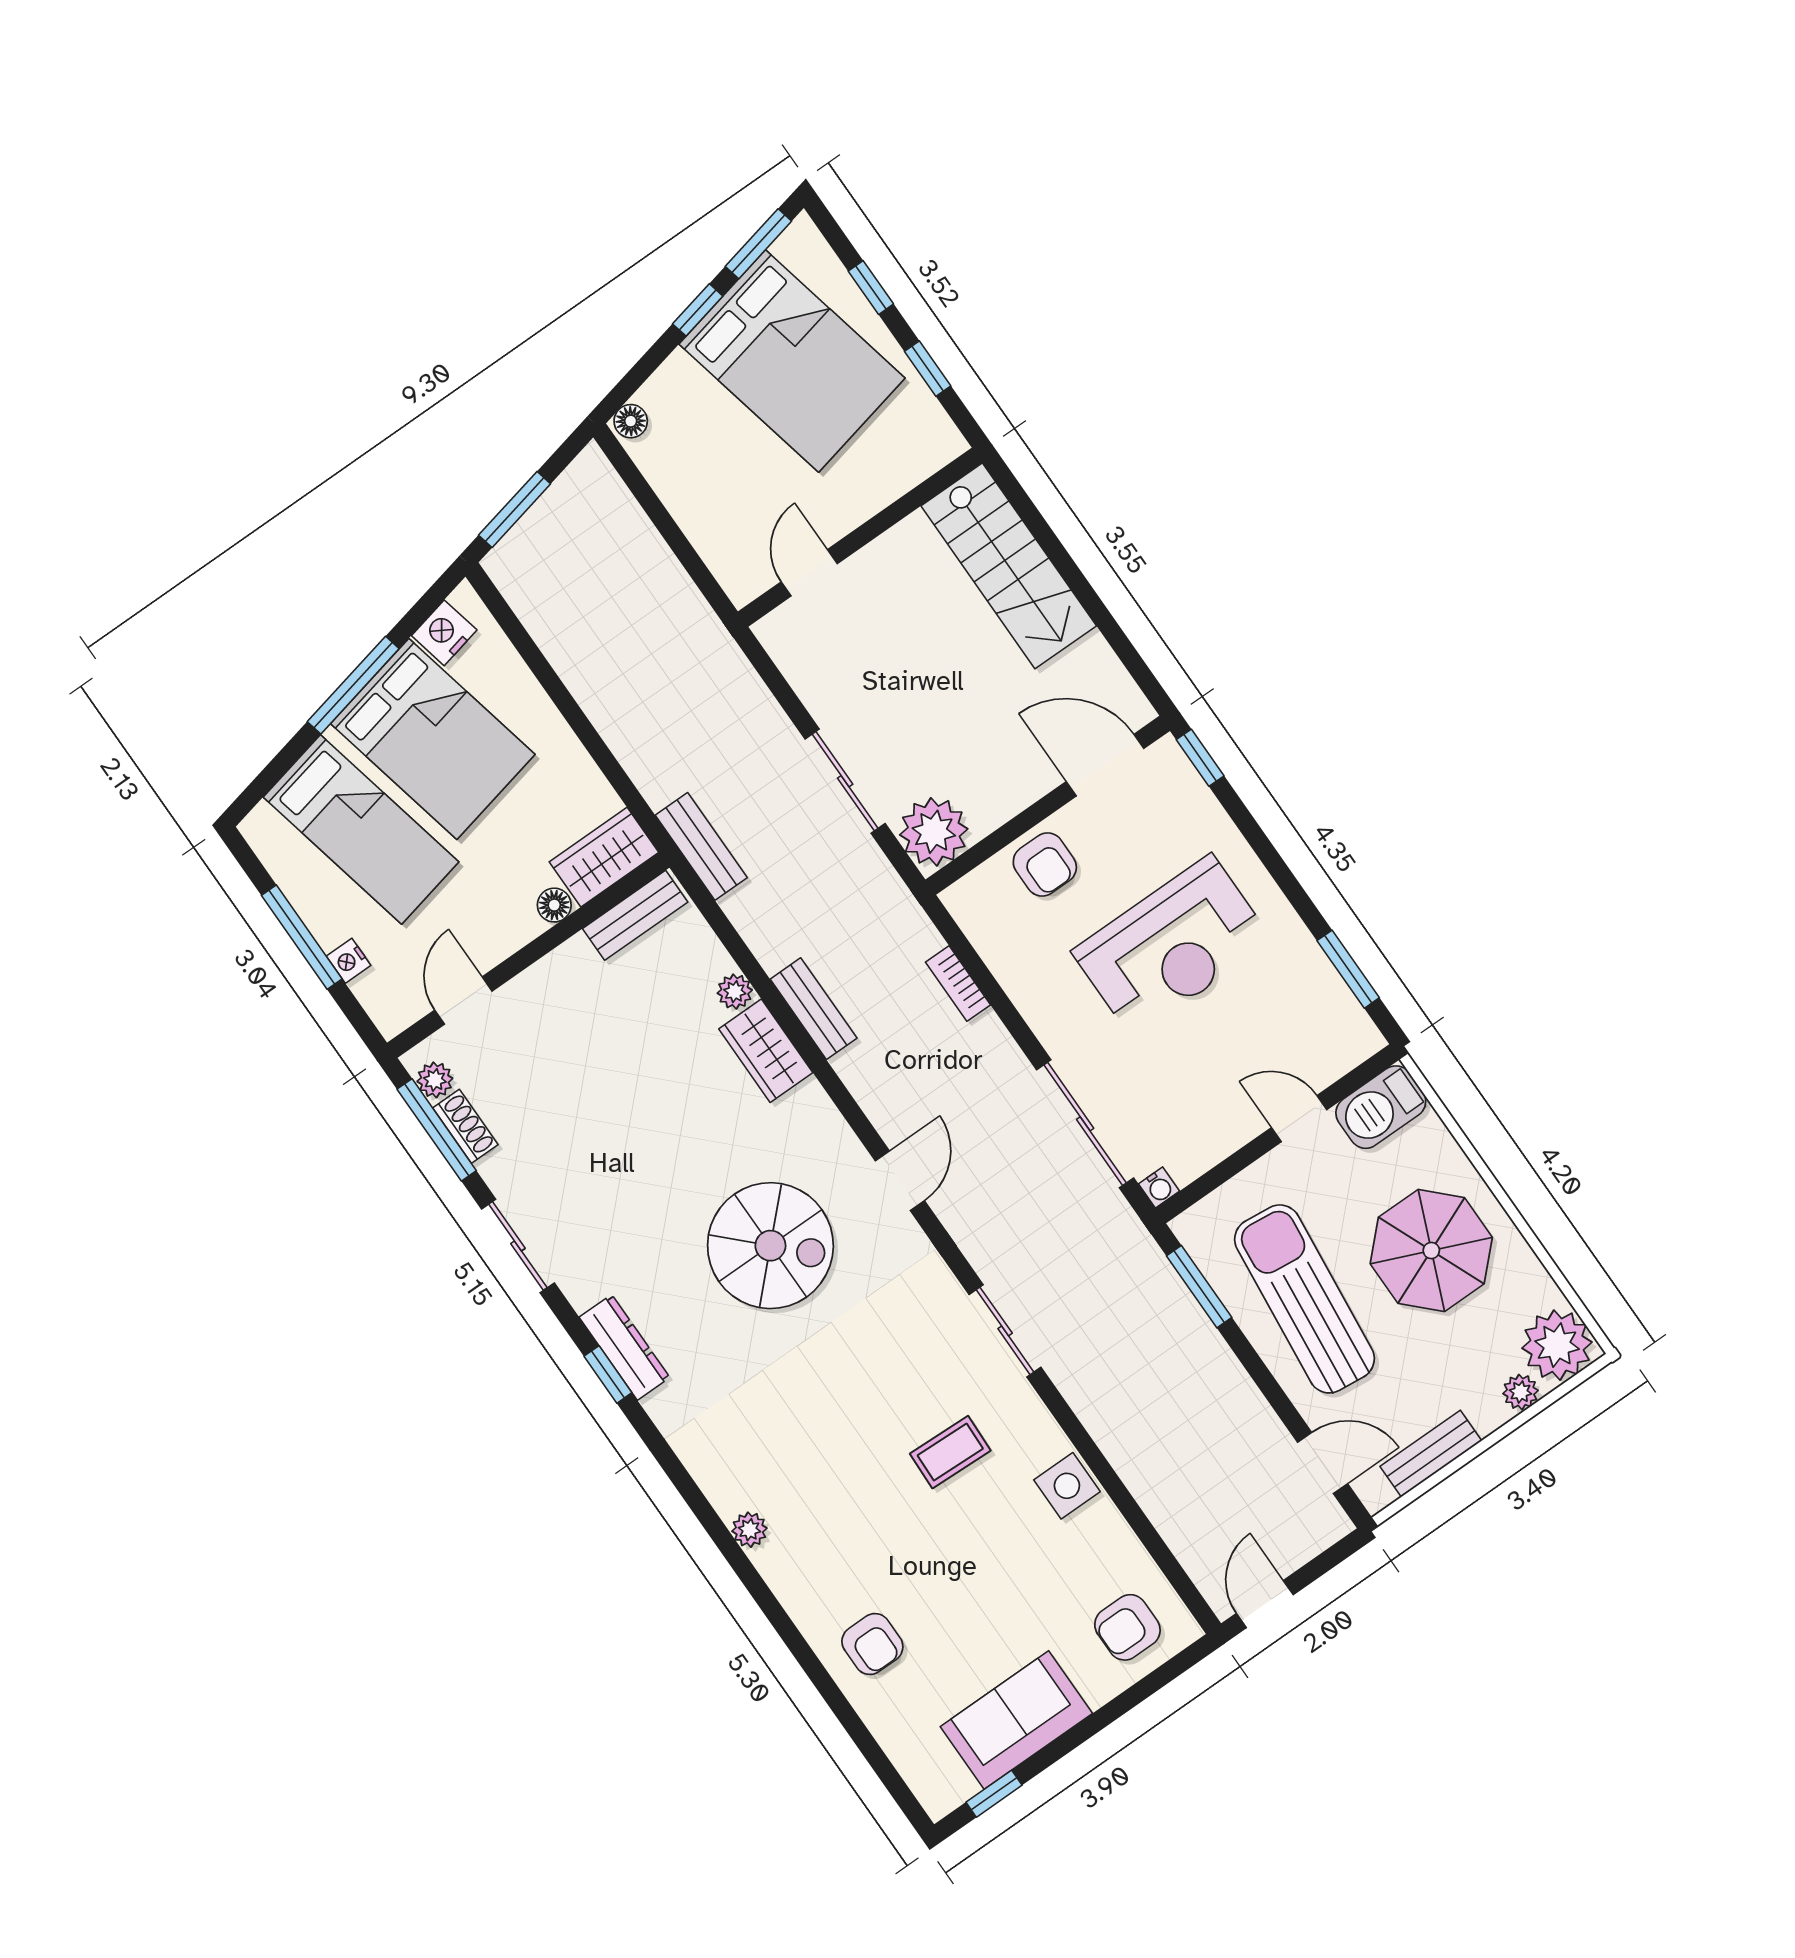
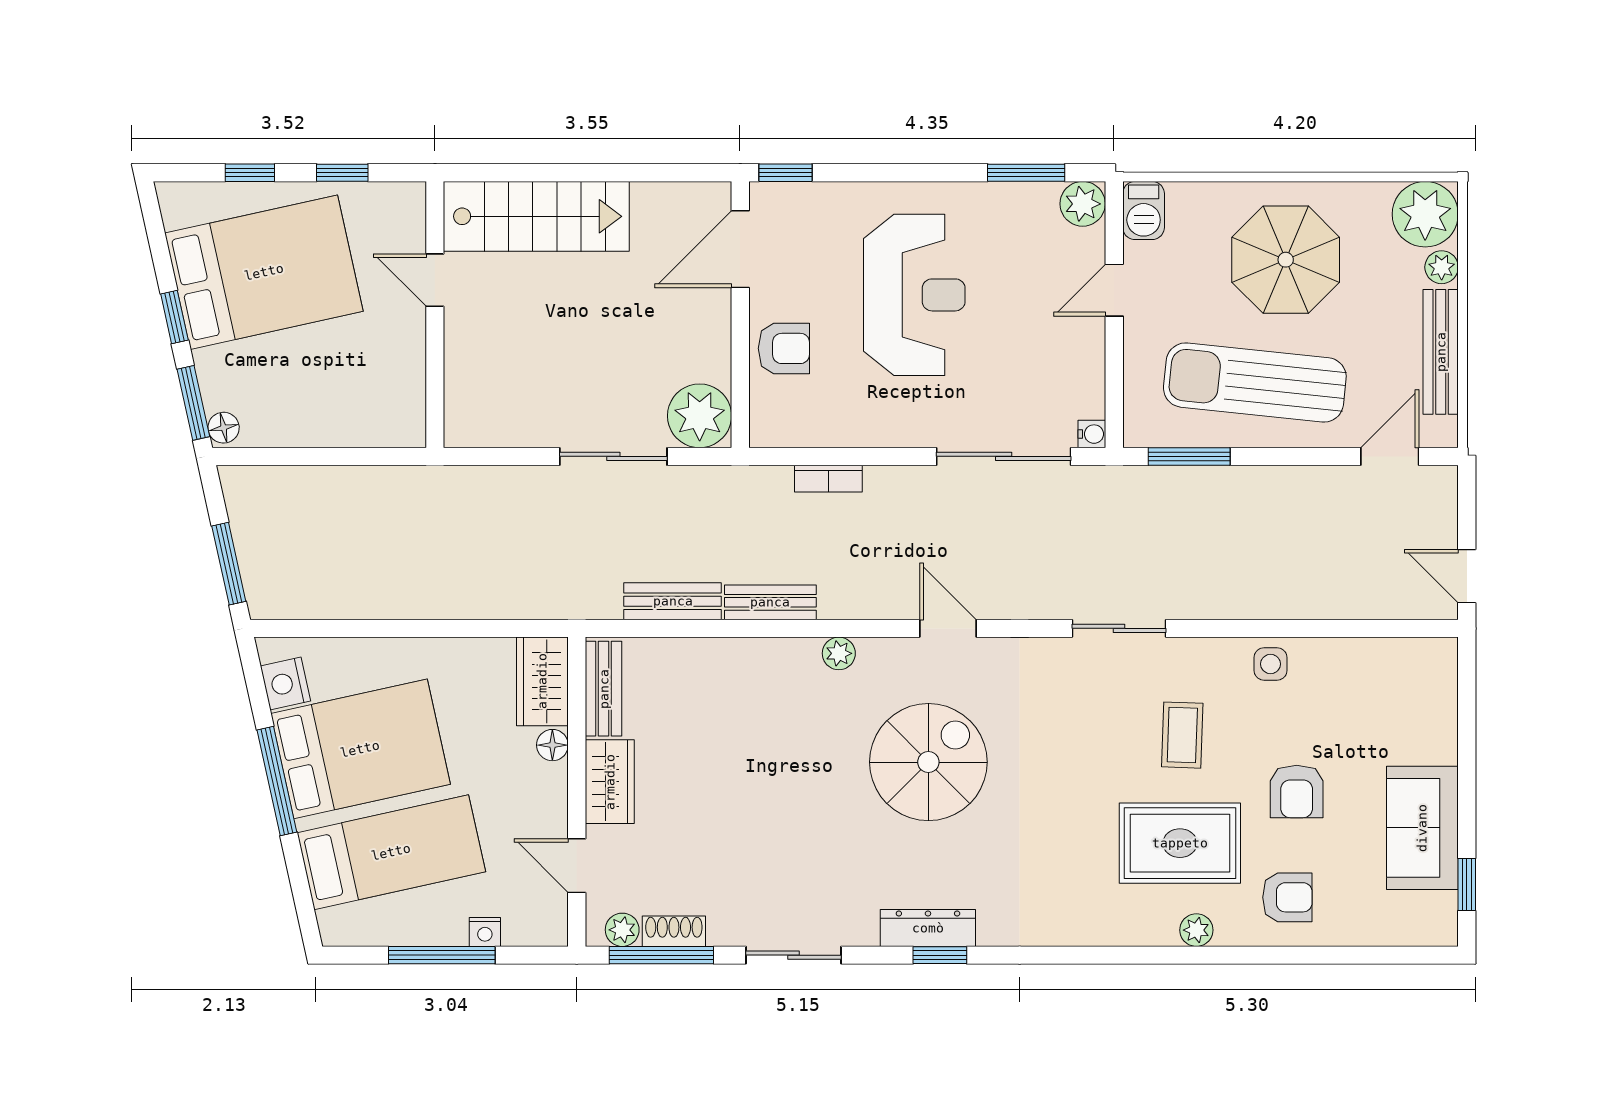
window: (758, 244) -> (193, 403), moved
door: (809, 573) -> (435, 280), moved
bench: (701, 846) -> (673, 601), moved
plant: (735, 992) -> (839, 653), moved
plant: (1356, 1038) -> (1083, 204), added
wardrobe: (766, 1051) -> (610, 782), moved, turned -90
barbecue: (1381, 1107) -> (1144, 211), width x0.73, depth x0.79
bench: (1431, 1454) -> (1441, 352), width x1.36
side table: (1067, 1486) -> (1271, 664), width x0.73, depth x0.73
rug: (854, 1516) -> (1180, 843), added
plant: (749, 1530) -> (1196, 930), moved
armchair: (1127, 1627) -> (1297, 791), moved

